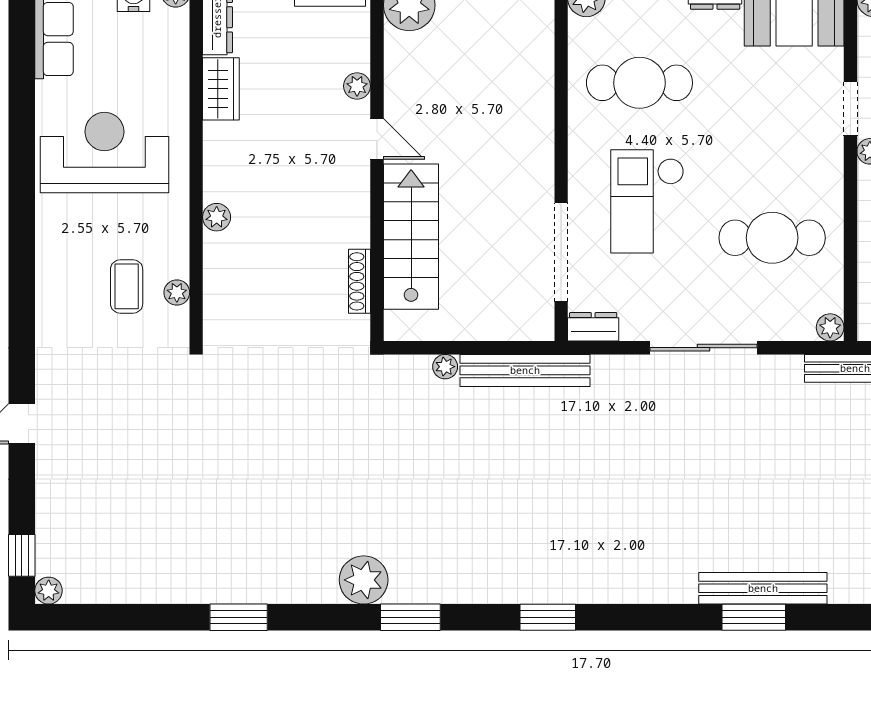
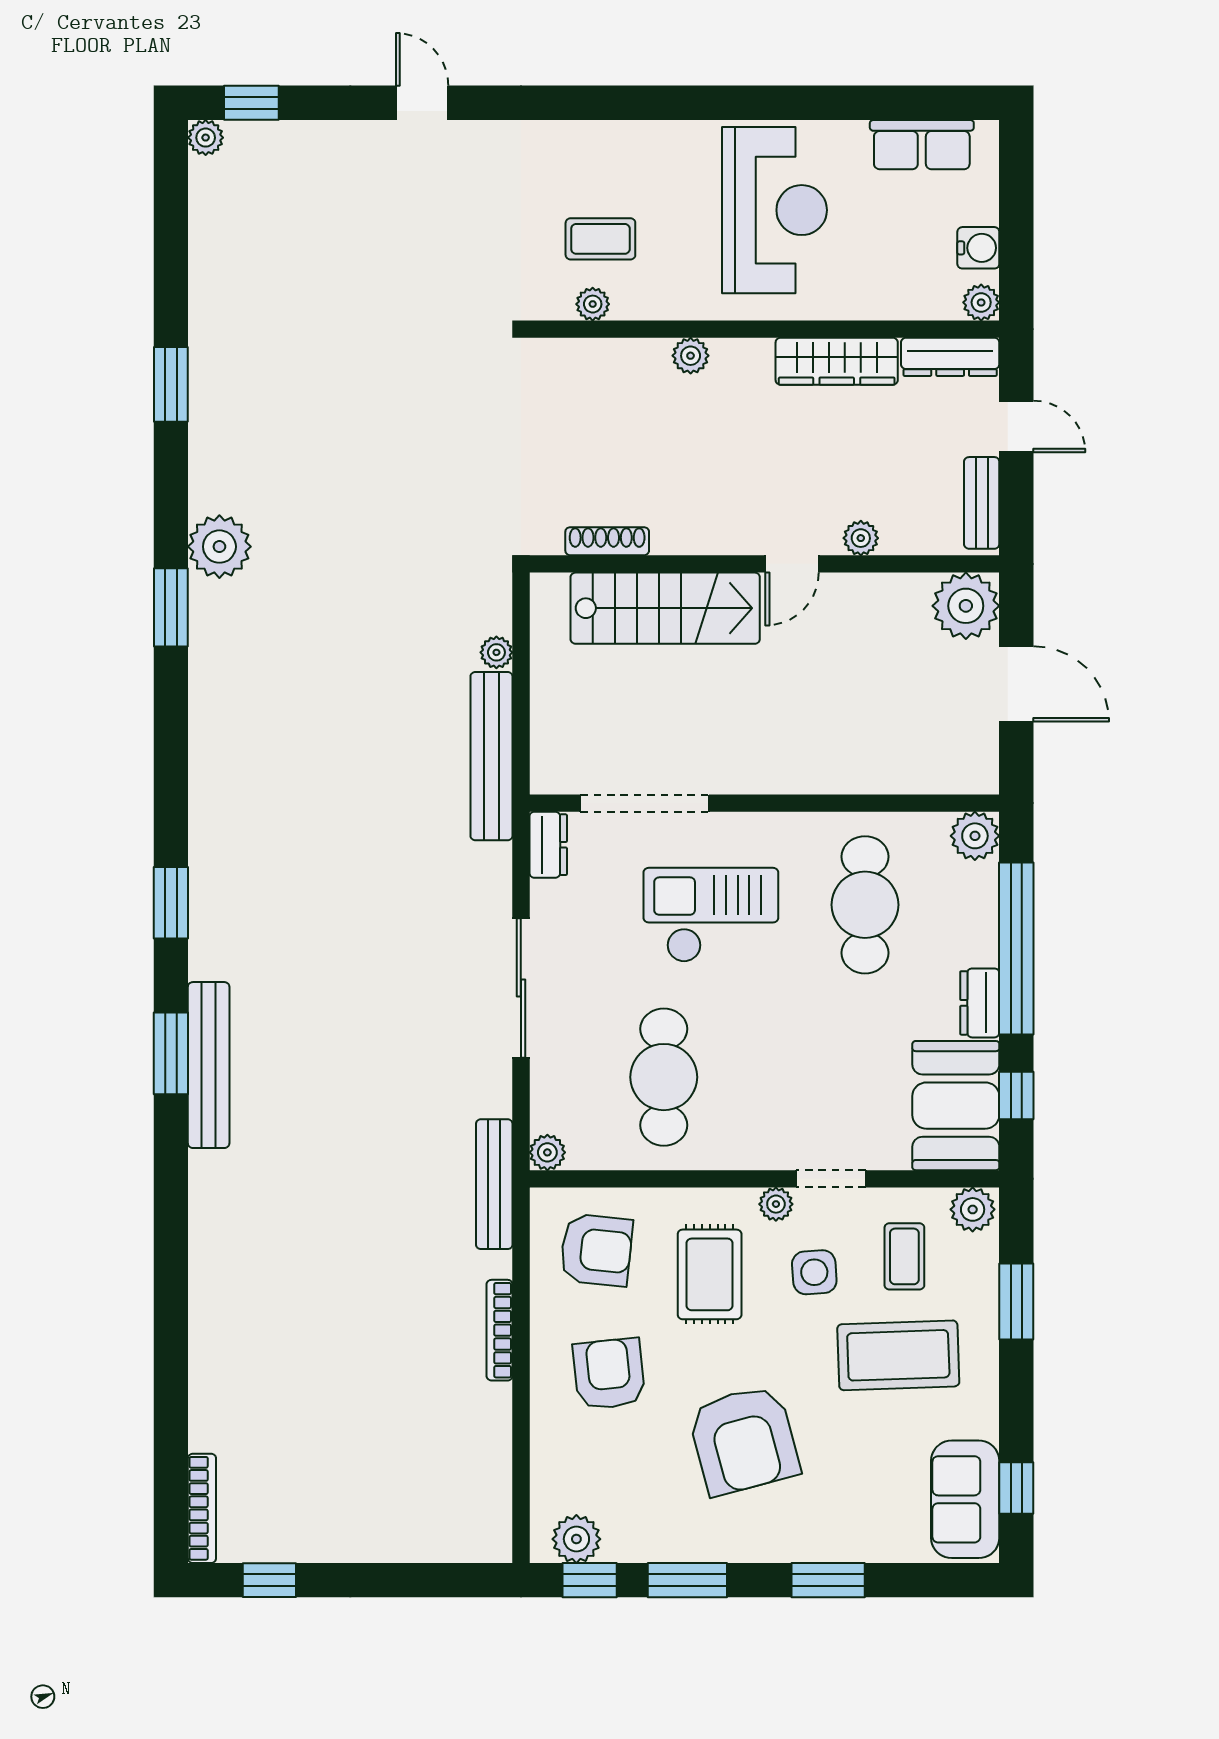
wardrobe: (221, 89) -> (837, 361), width x1.50
window: (548, 617) -> (171, 903), moved

